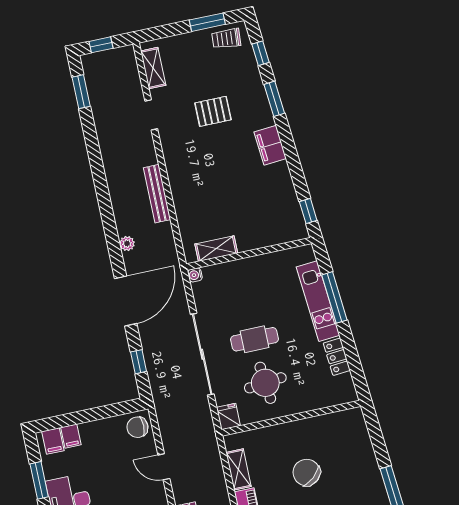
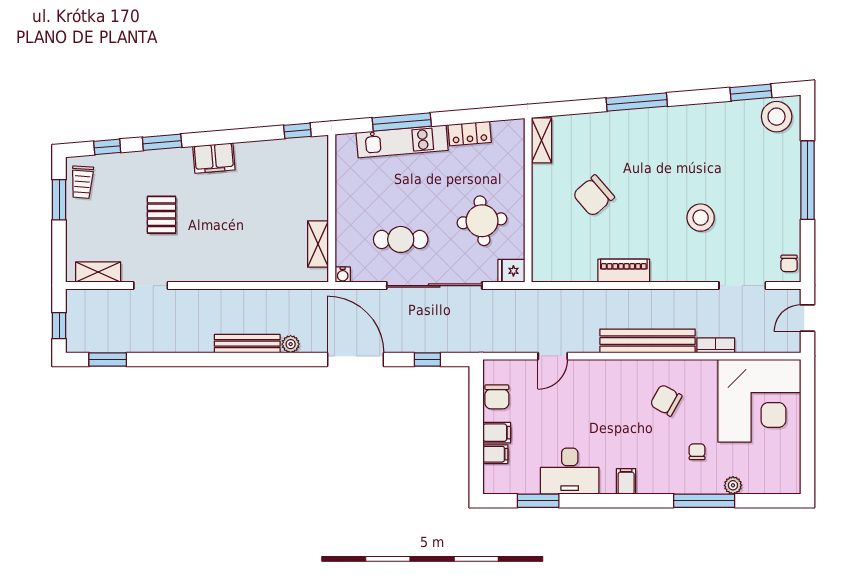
bench: (157, 194) -> (247, 344), moved
cafe table: (254, 339) -> (401, 239), moved, turned 90
chair: (137, 427) -> (497, 397), moved
filing cabinet: (53, 441) -> (497, 433), moved
shelving: (238, 469) -> (542, 140), moved, turned 90

